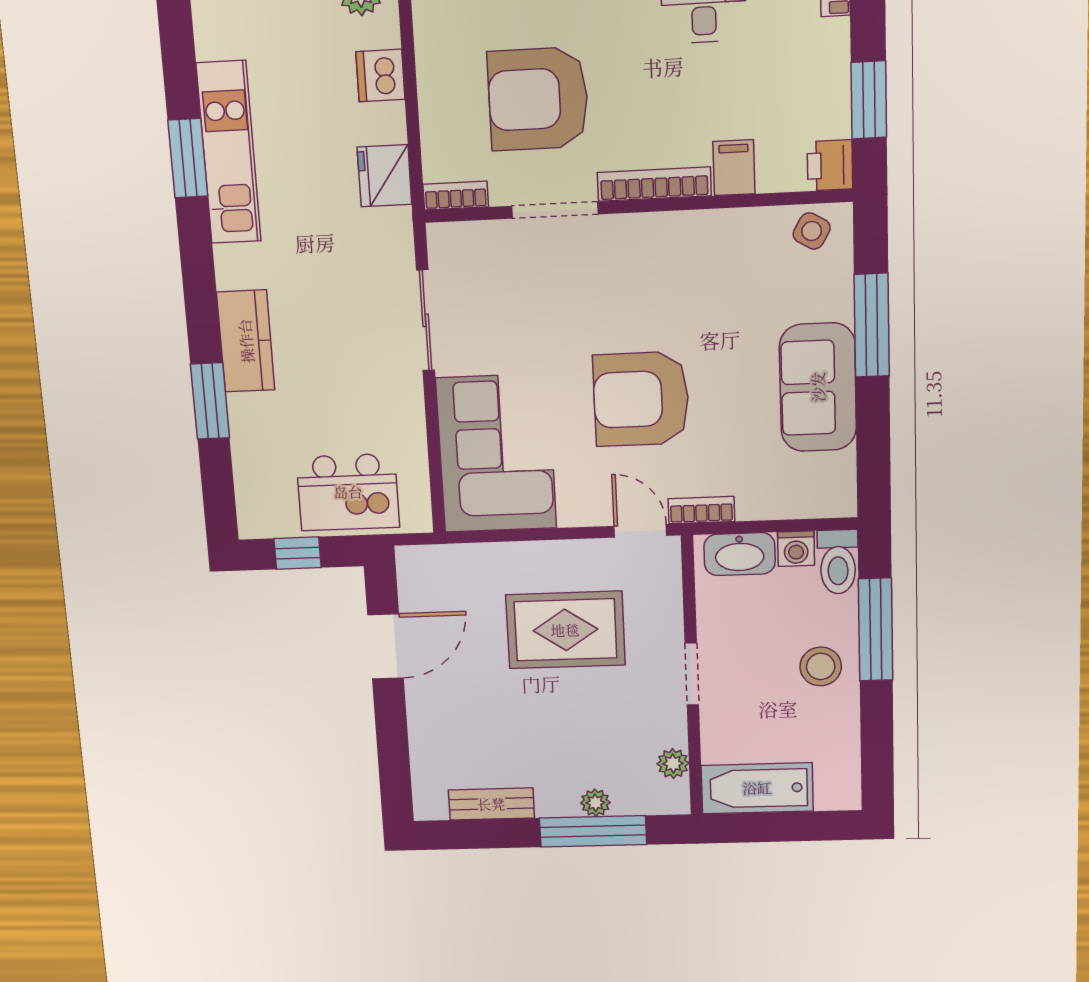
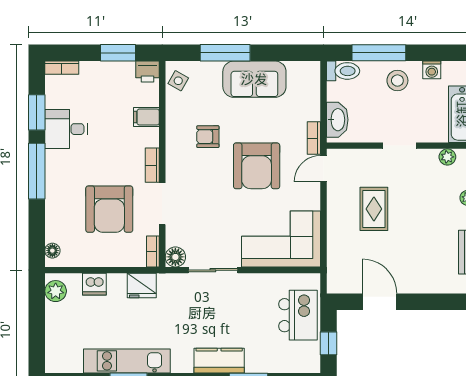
bookcase: (654, 184) -> (152, 165), width x0.64
floor lamp: (447, 243) -> (175, 257), added
armchair: (697, 298) -> (208, 137), added
washing machine: (796, 549) -> (432, 70), moved, turned 90
rug: (565, 630) -> (374, 209), width x0.73, depth x0.70

